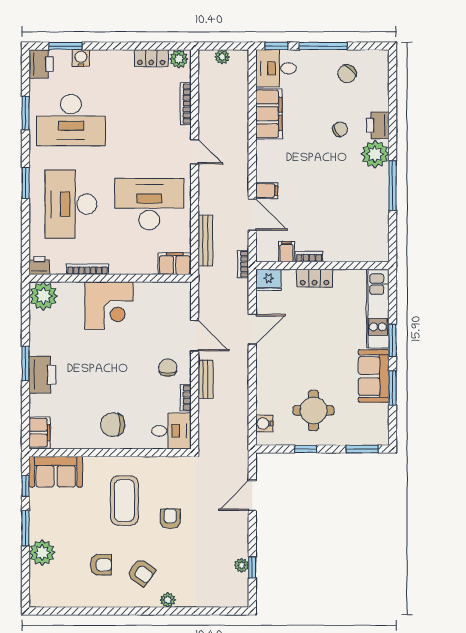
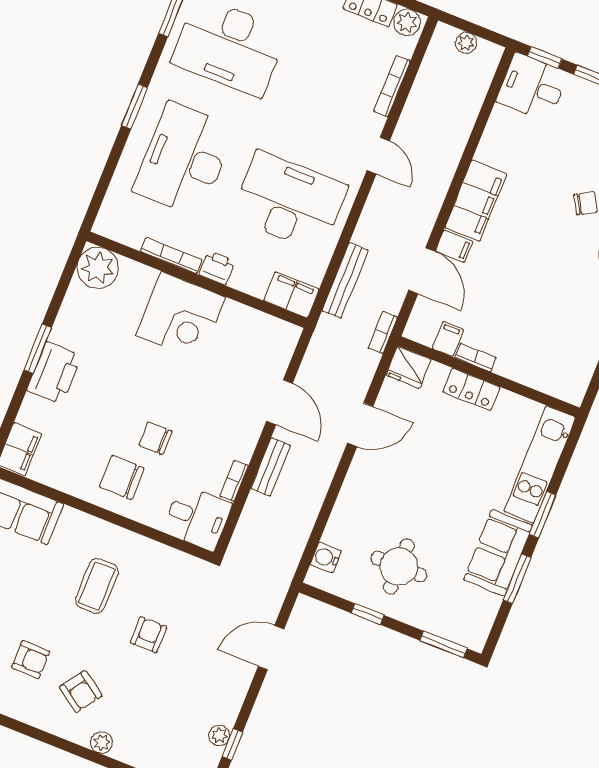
filing cabinet: (269, 114) -> (476, 201), moved
printer: (39, 265) -> (217, 268), moved
chair: (168, 368) -> (156, 438), moved, turned -90
coffee table: (124, 501) -> (97, 586), width x0.73, depth x0.76

